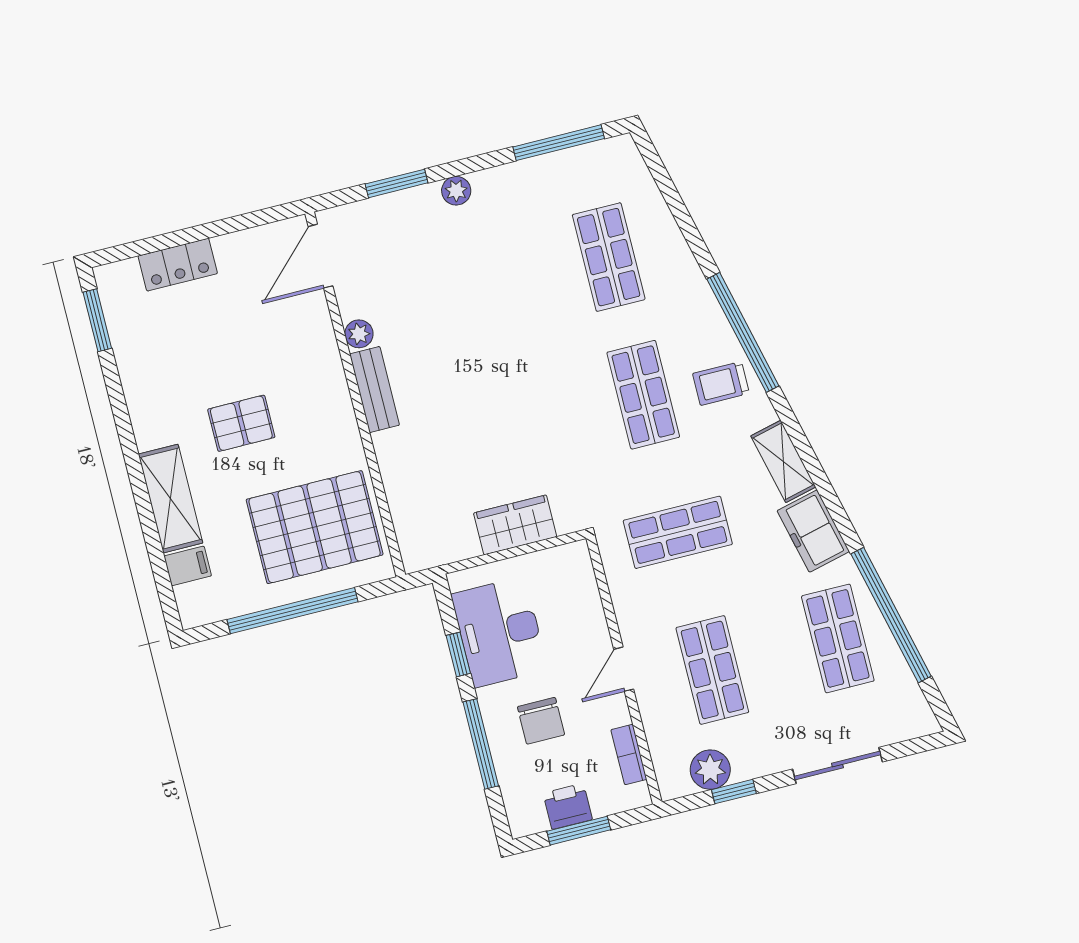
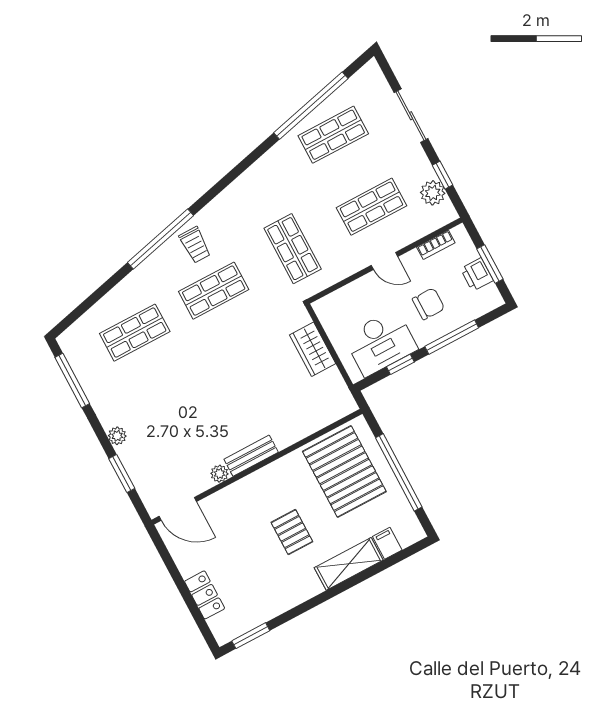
shelving: (783, 461) -> (233, 195), removed
freezer: (813, 531) -> (271, 166), removed

